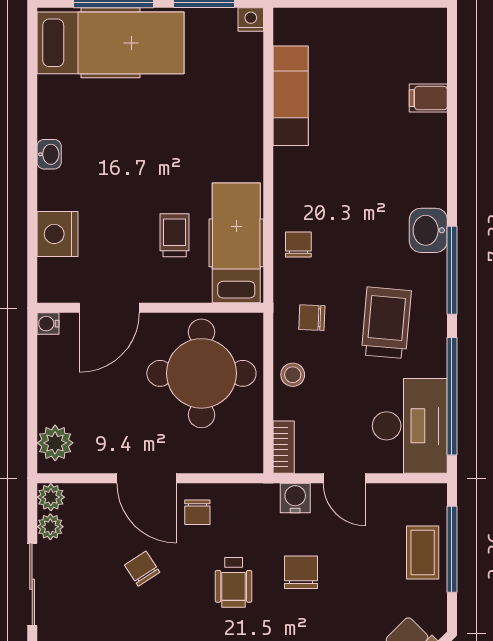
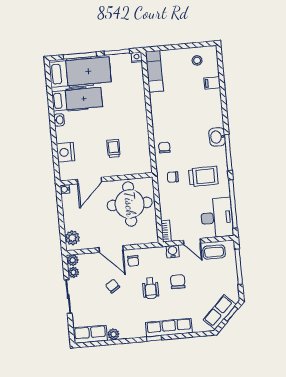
exam couch: (291, 96) -> (154, 71), moved
hospital bed: (236, 243) -> (77, 99), moved, turned 90
trolley: (386, 323) -> (203, 176), turned 85
stool: (293, 375) -> (197, 60), moved
coffee table: (423, 552) -> (214, 252), moved, turned 90

